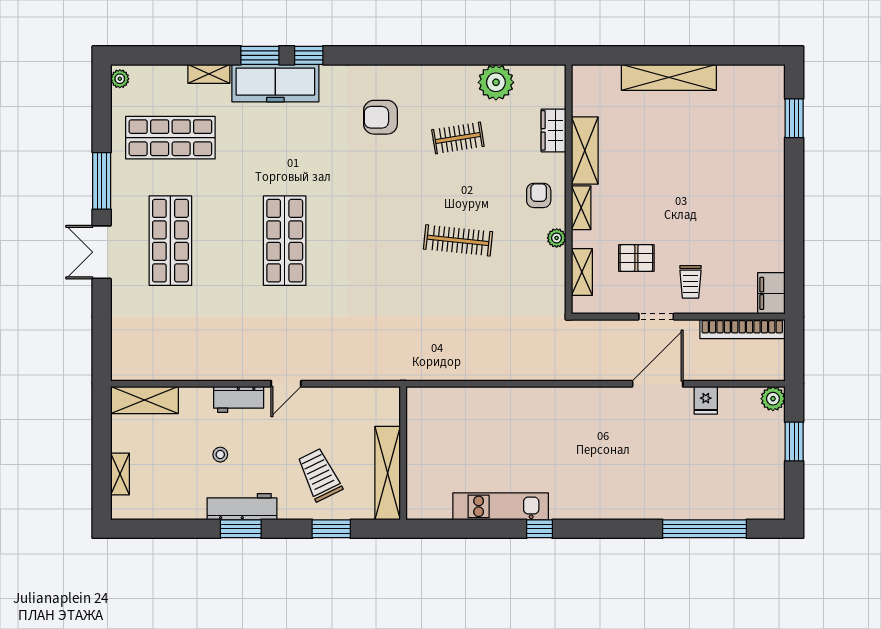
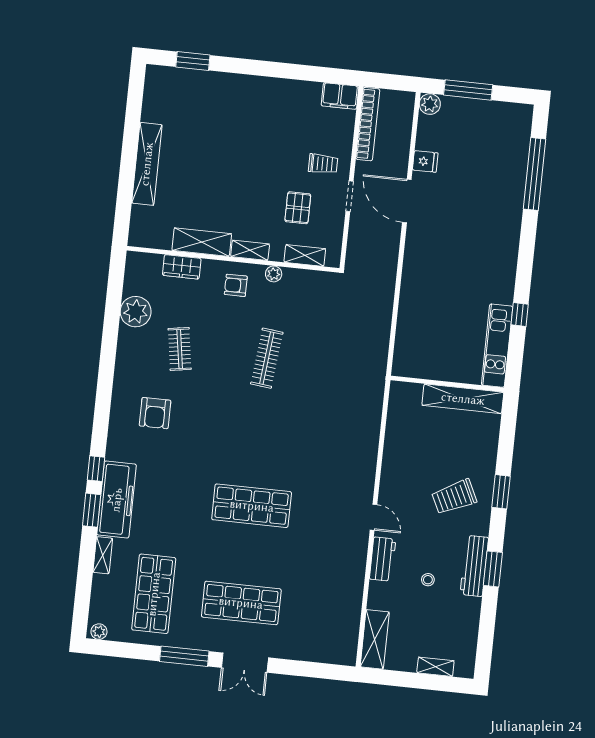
window: (794, 441) -> (468, 90), width x1.44
wall: (403, 453) -> (447, 384), moved
shelving: (388, 473) -> (463, 399), moved

